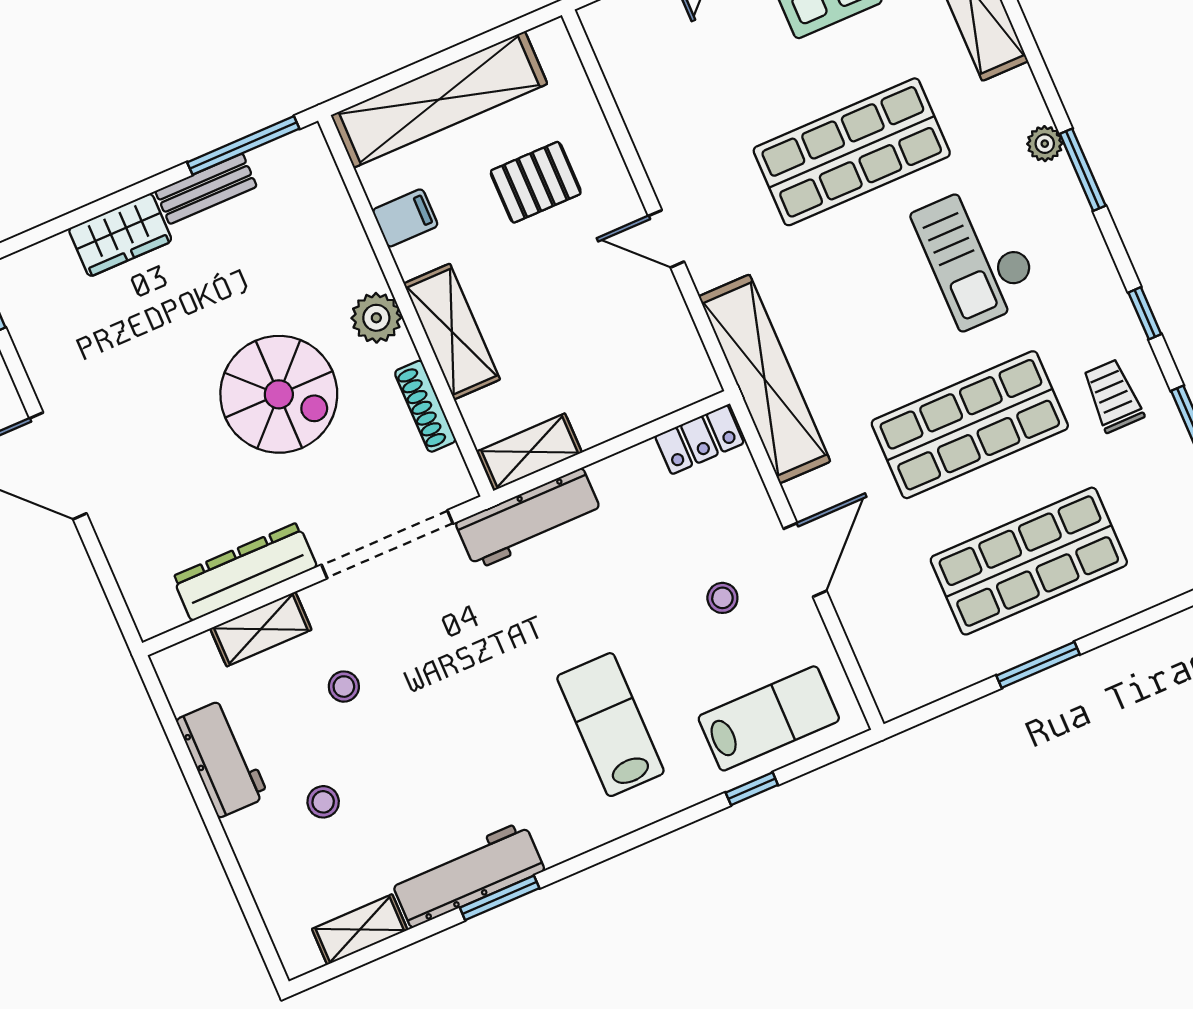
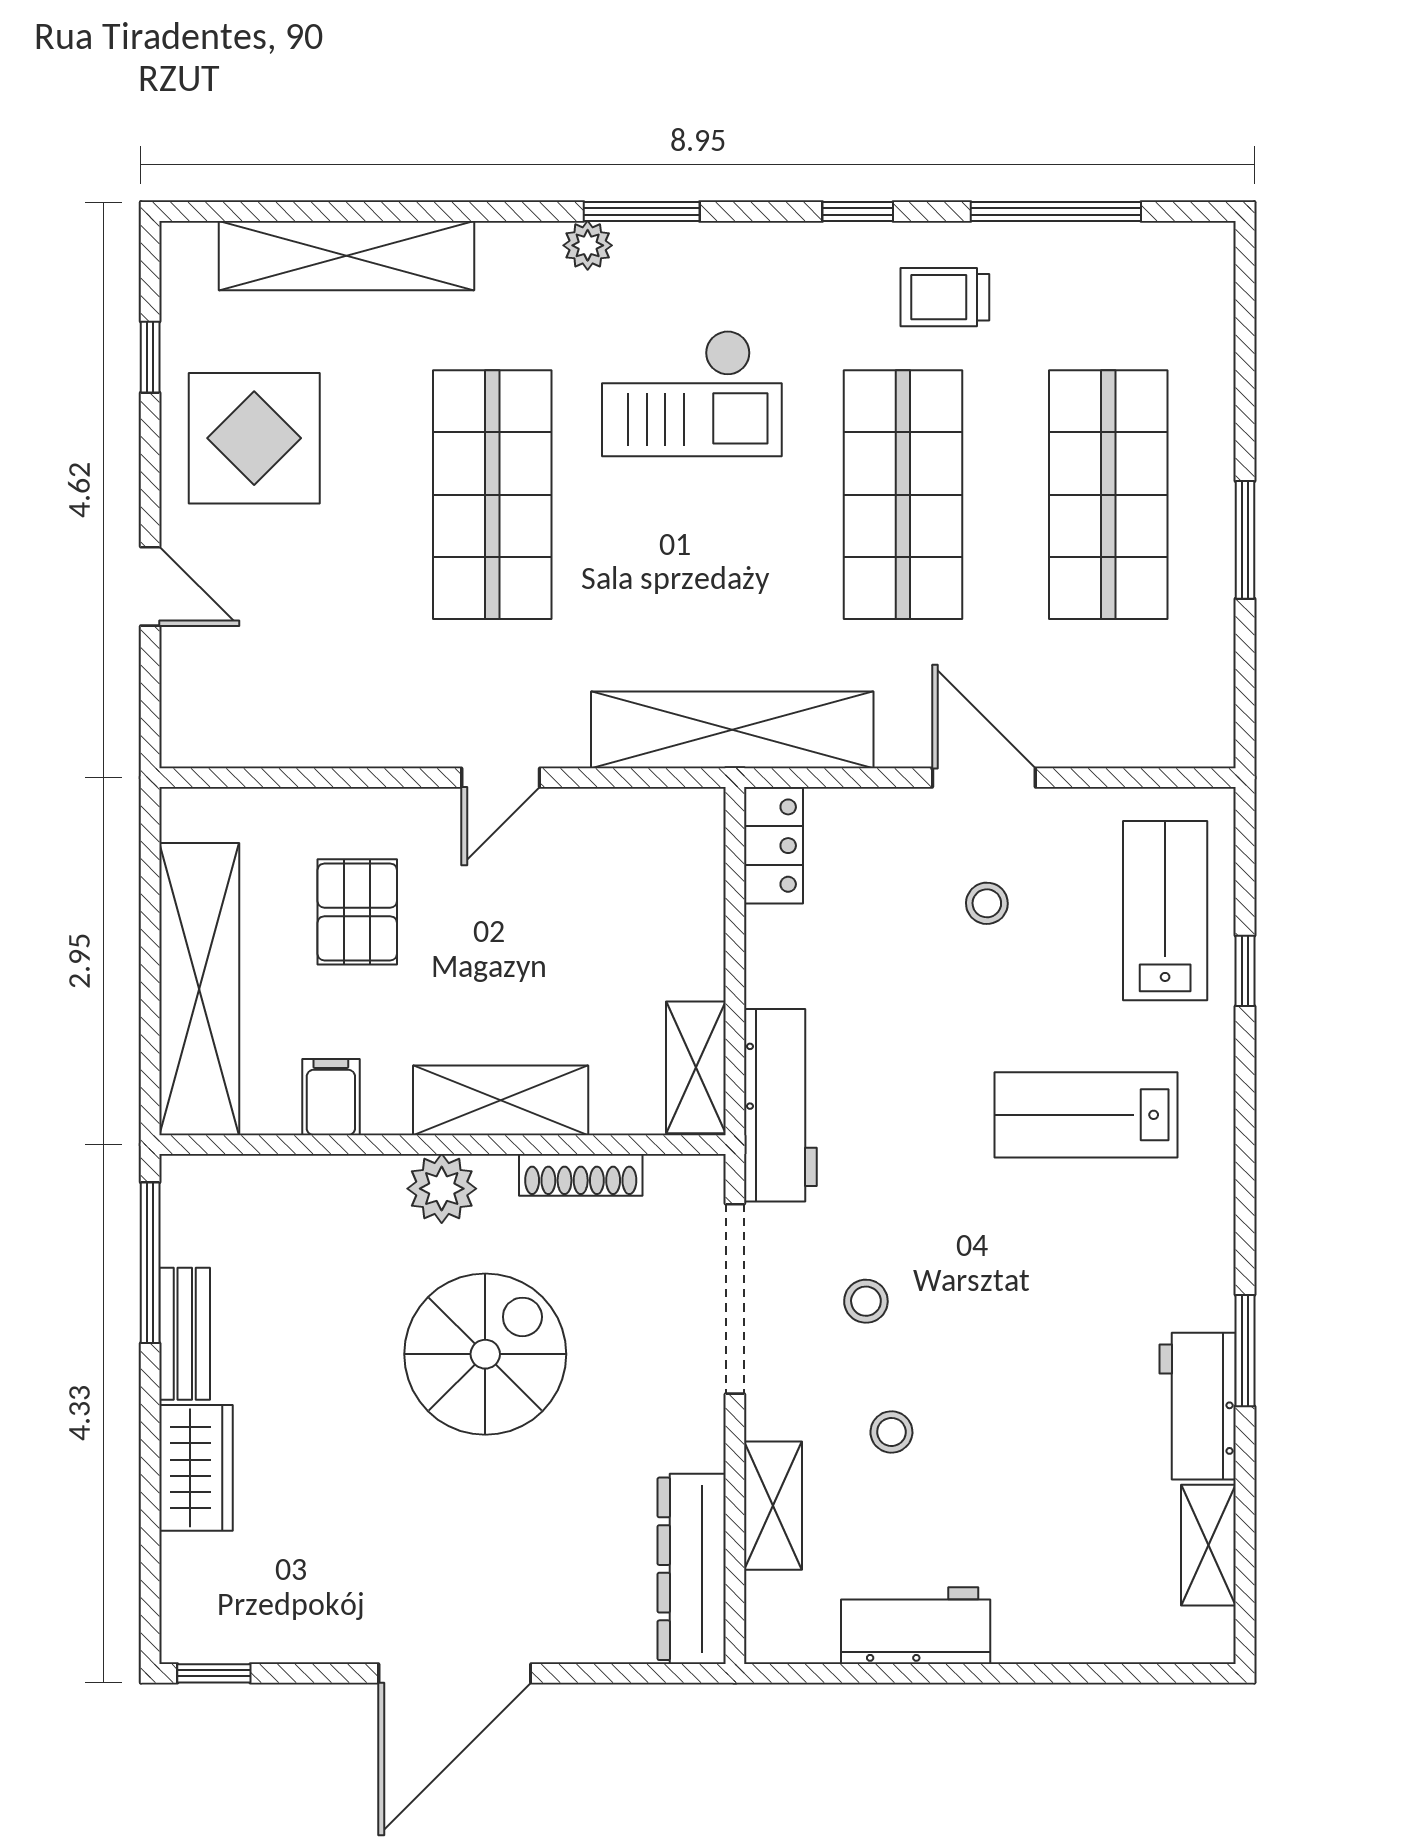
dresser: (245, 572) -> (692, 1569), moved
stool: (323, 802) -> (866, 1301), moved
workbench: (467, 874) -> (1198, 1406), width x0.73

